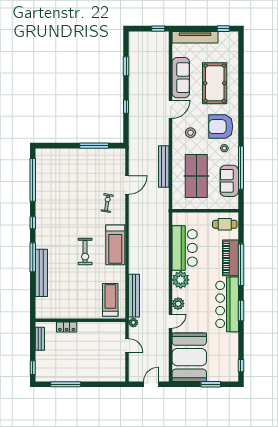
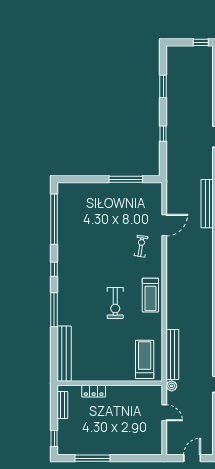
treadmill: (115, 245) -> (150, 295), width x0.73, depth x0.73
bench: (41, 273) -> (64, 354), moved

